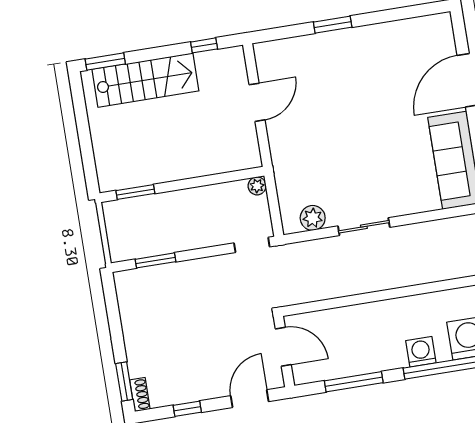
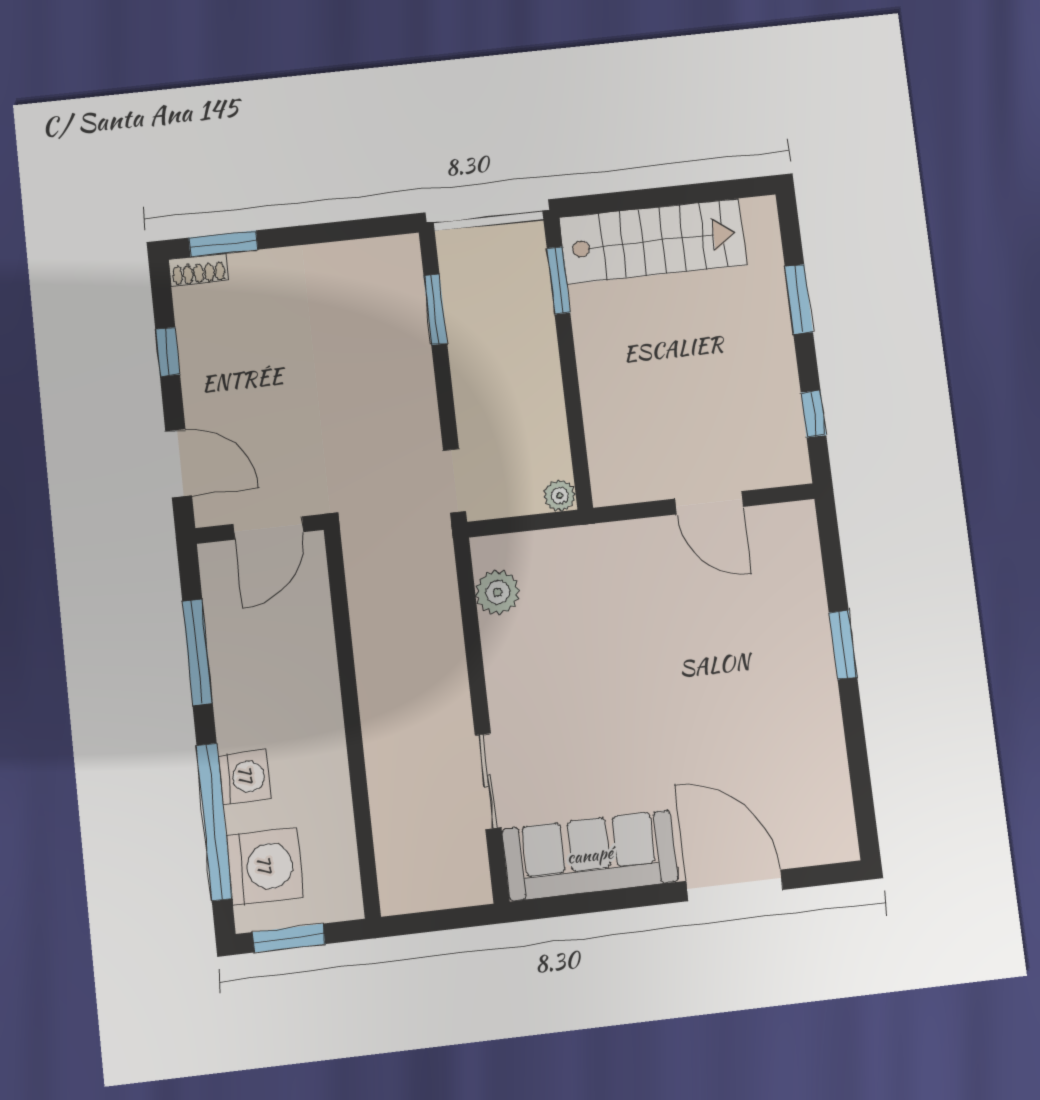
window: (105, 61) -> (799, 299), moved
stairs: (145, 80) -> (653, 241), moved, turned -90
sliding door: (364, 227) -> (488, 781), moved

